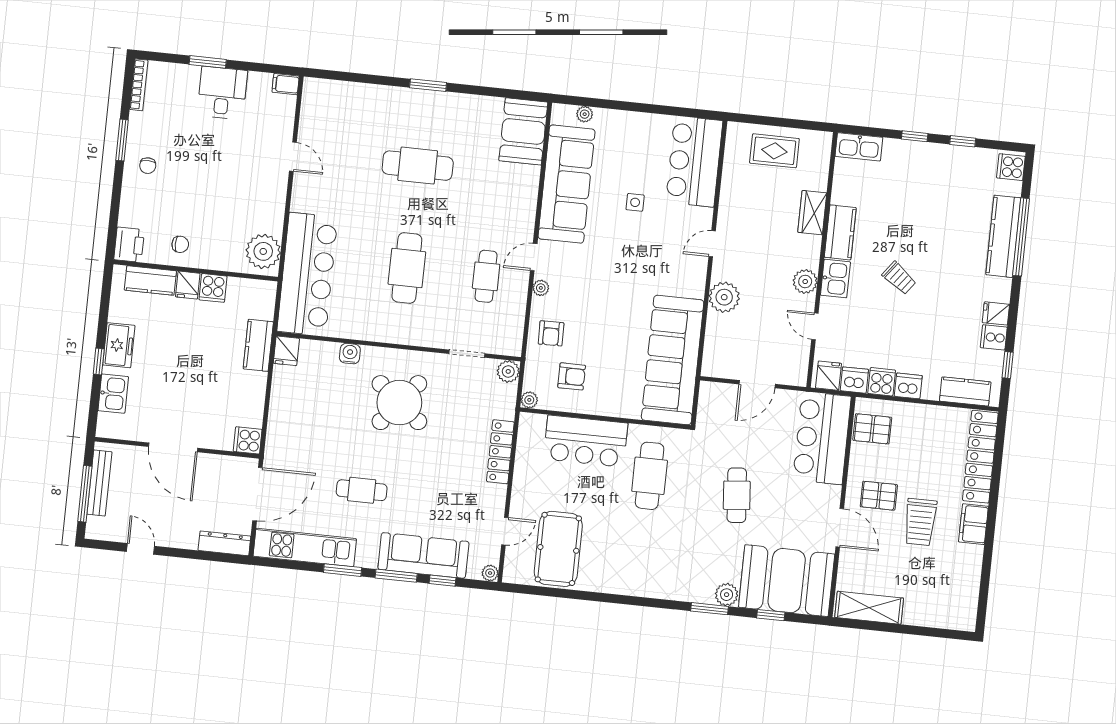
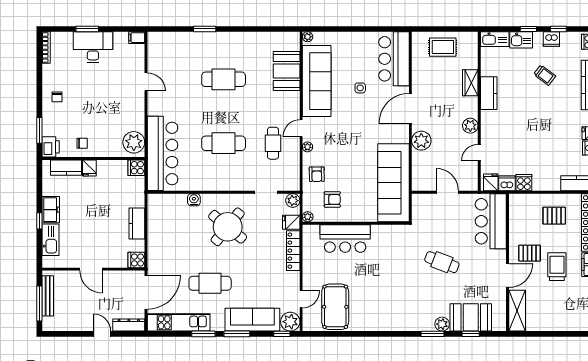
window: (428, 85) -> (205, 29), moved
desk: (222, 93) -> (93, 47), width x1.37
plant: (585, 114) -> (308, 37), moved
booth: (523, 131) -> (287, 71), moved
window: (122, 140) -> (39, 130), moved
door: (712, 244) -> (410, 108), width x1.87
cafe table: (407, 268) -> (224, 143), turned 90
trolley: (899, 278) -> (545, 75), moved
kitchen sink: (835, 279) -> (521, 40), moved, turned 90
cooker: (213, 288) -> (136, 168), moved, turned 90
door: (815, 326) -> (479, 153), hinge flipped
kitchen counter: (258, 345) -> (137, 224), moved
fridge: (286, 351) -> (291, 222), moved, turned 90
door: (757, 384) -> (447, 192), swing flipped
dishwasher: (908, 386) -> (551, 39), moved, turned 180
kitchen sink: (113, 394) -> (50, 240), width x1.38
pallet: (872, 429) -> (554, 216), moved
door: (173, 447) -> (91, 269), width x0.73
cafe table: (650, 476) -> (387, 256), removed
cafe table: (362, 490) -> (210, 283), width x1.37, depth x1.35
cafe table: (737, 495) -> (442, 262), turned -64
trolley: (920, 522) -> (557, 267), turned 180
door: (840, 528) -> (508, 275), hinge flipped
door: (141, 549) -> (102, 334), moved
plant: (490, 573) -> (290, 322), width x1.88, depth x1.88
window: (442, 581) -> (282, 334), moved
booth: (787, 581) -> (471, 317), width x0.73, depth x0.70
shelving: (869, 608) -> (517, 311), moved, turned 90

